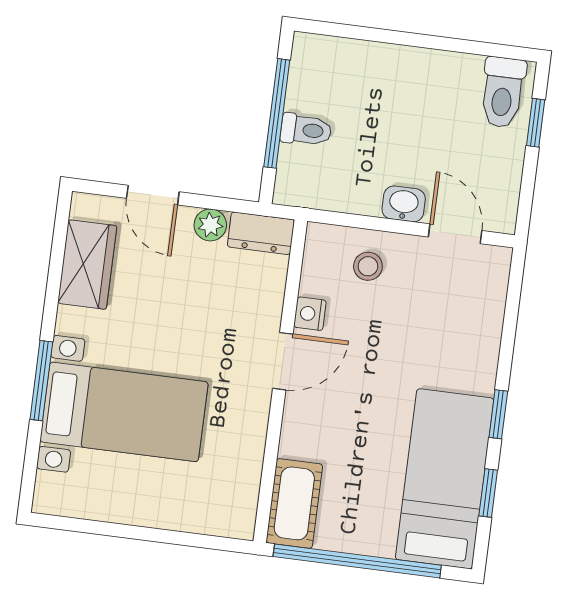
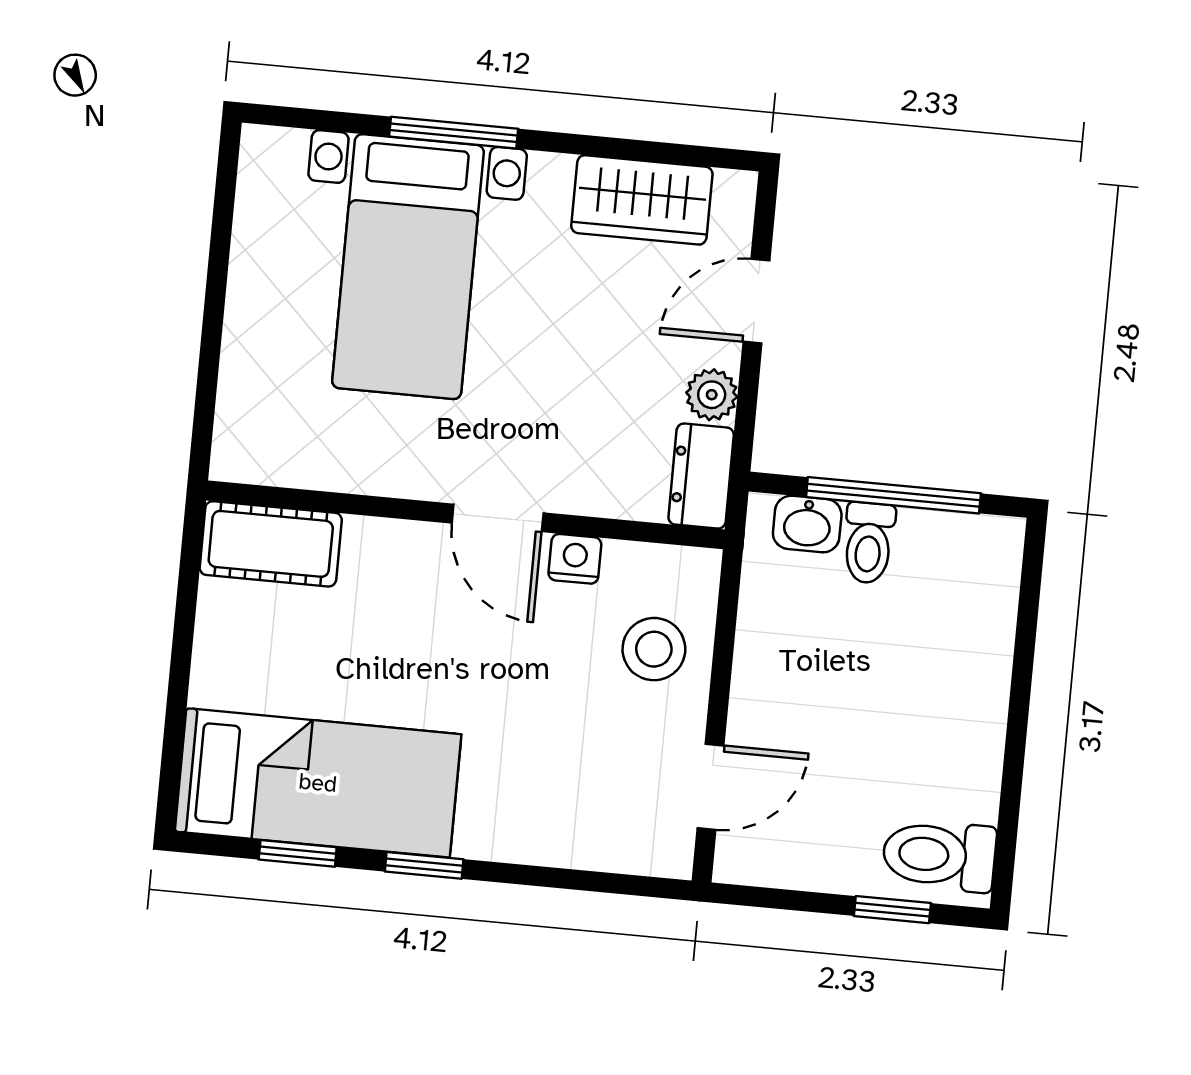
washbasin: (404, 204) -> (807, 524), moved, turned 90
stool: (368, 266) -> (654, 649), width x1.37, depth x1.37
window: (357, 561) -> (182, 648), removed

